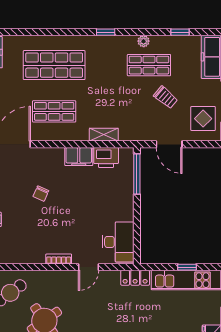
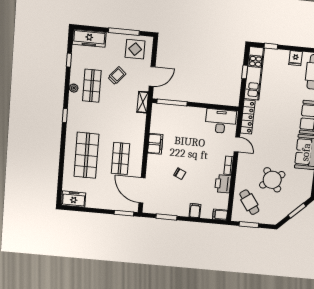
shelving: (104, 135) -> (143, 102), moved
printer: (106, 157) -> (223, 184), moved, turned 180
locker: (135, 278) -> (248, 117), width x1.53

